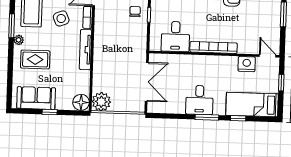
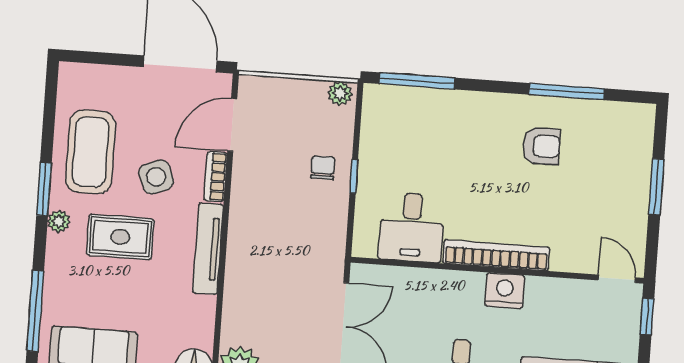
rug: (35, 59) -> (120, 237), moved
nightstand: (247, 64) -> (505, 291), moved
window: (10, 80) -> (35, 311), added
window: (281, 83) -> (647, 316), moved

